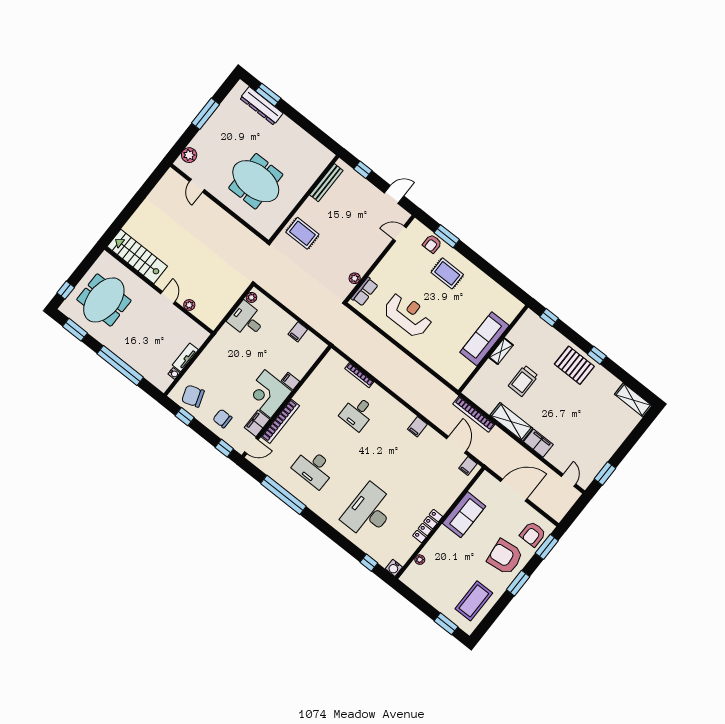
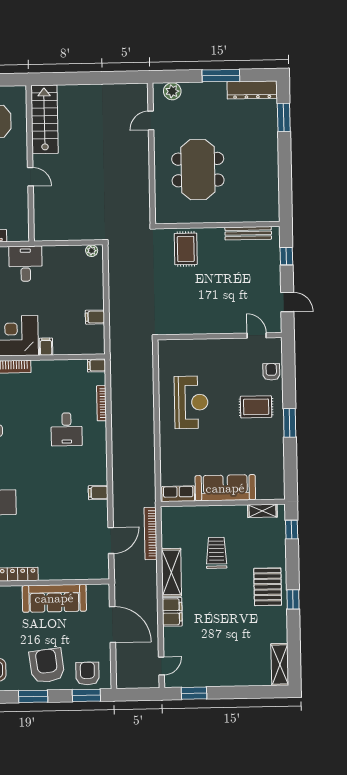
dresser: (261, 106) -> (252, 90), moved, turned -90
window: (447, 236) -> (290, 423), moved
armchair: (432, 244) -> (271, 372), turned 90
rug: (447, 273) -> (256, 407), turned 90
plant: (355, 278) -> (184, 328), removed
row of seats: (365, 292) -> (178, 494), moved, turned 180
door: (168, 298) -> (30, 177), hinge flipped
plant: (189, 305) -> (39, 201), removed
desk: (247, 320) -> (26, 264), moved
shelving: (501, 351) -> (262, 511), moved
trolley: (523, 381) -> (216, 553), turned 90
desk: (357, 413) -> (67, 429), turned -90
filing cabinet: (468, 466) -> (96, 365), moved
sofa: (464, 515) -> (54, 598), width x1.36
armchair: (533, 534) -> (87, 674), turned 90

